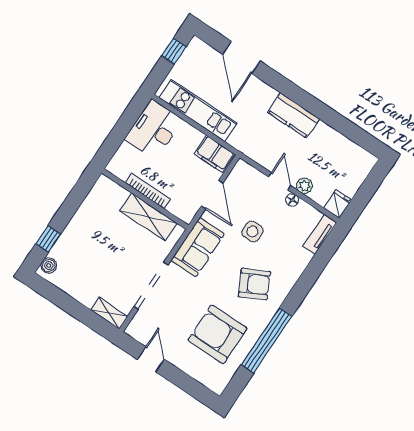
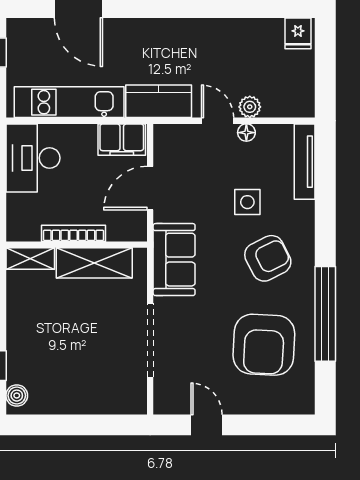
kitchen counter: (293, 115) -> (159, 101), moved, turned 180
door: (212, 195) -> (150, 188), swing flipped
fridge: (338, 204) -> (298, 33), moved, turned 180
side table: (252, 231) -> (247, 202), moved
tv unit: (320, 234) -> (305, 162), width x1.41
shelving: (109, 313) -> (30, 259), moved
armchair: (217, 334) -> (264, 345), turned -87

